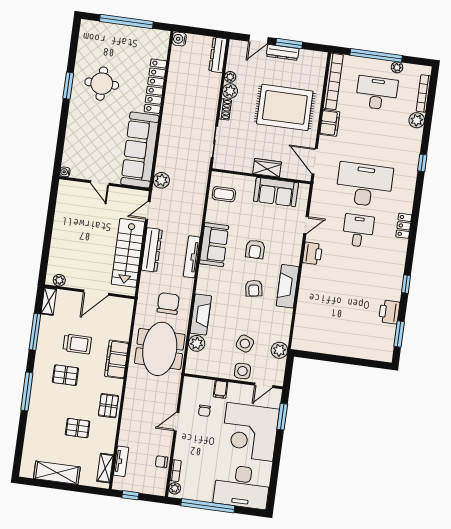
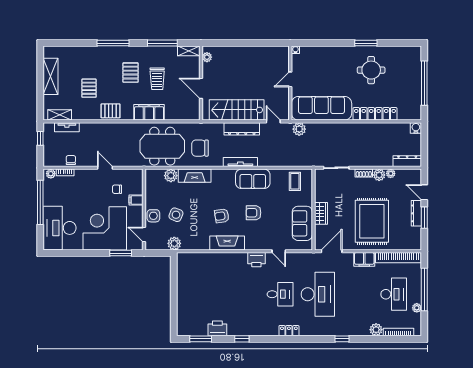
chair: (168, 303) -> (200, 148), turned 180

